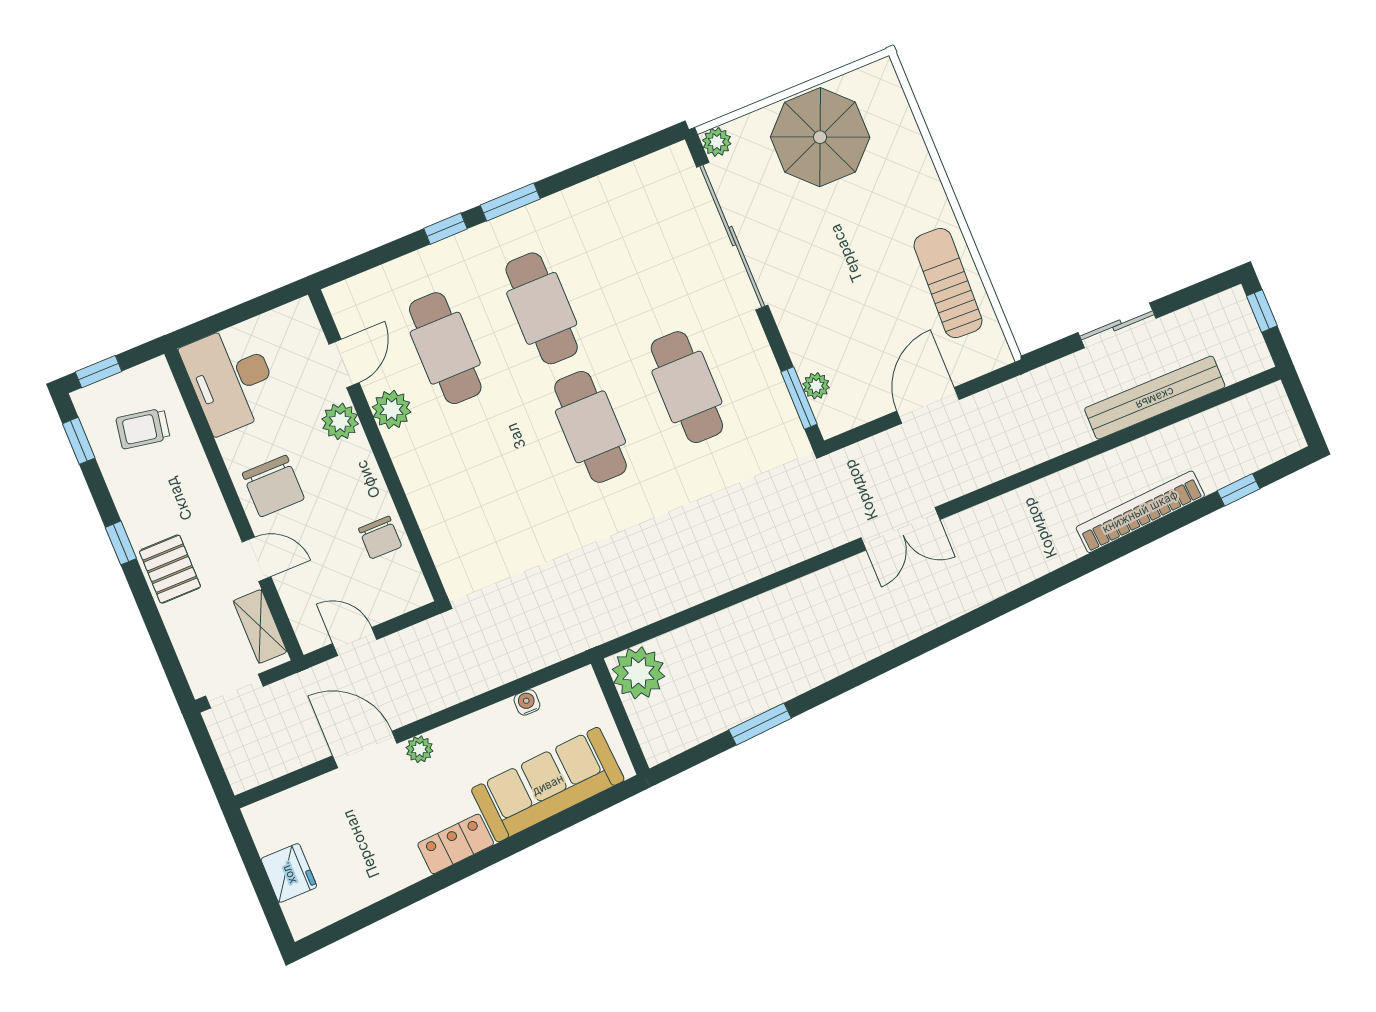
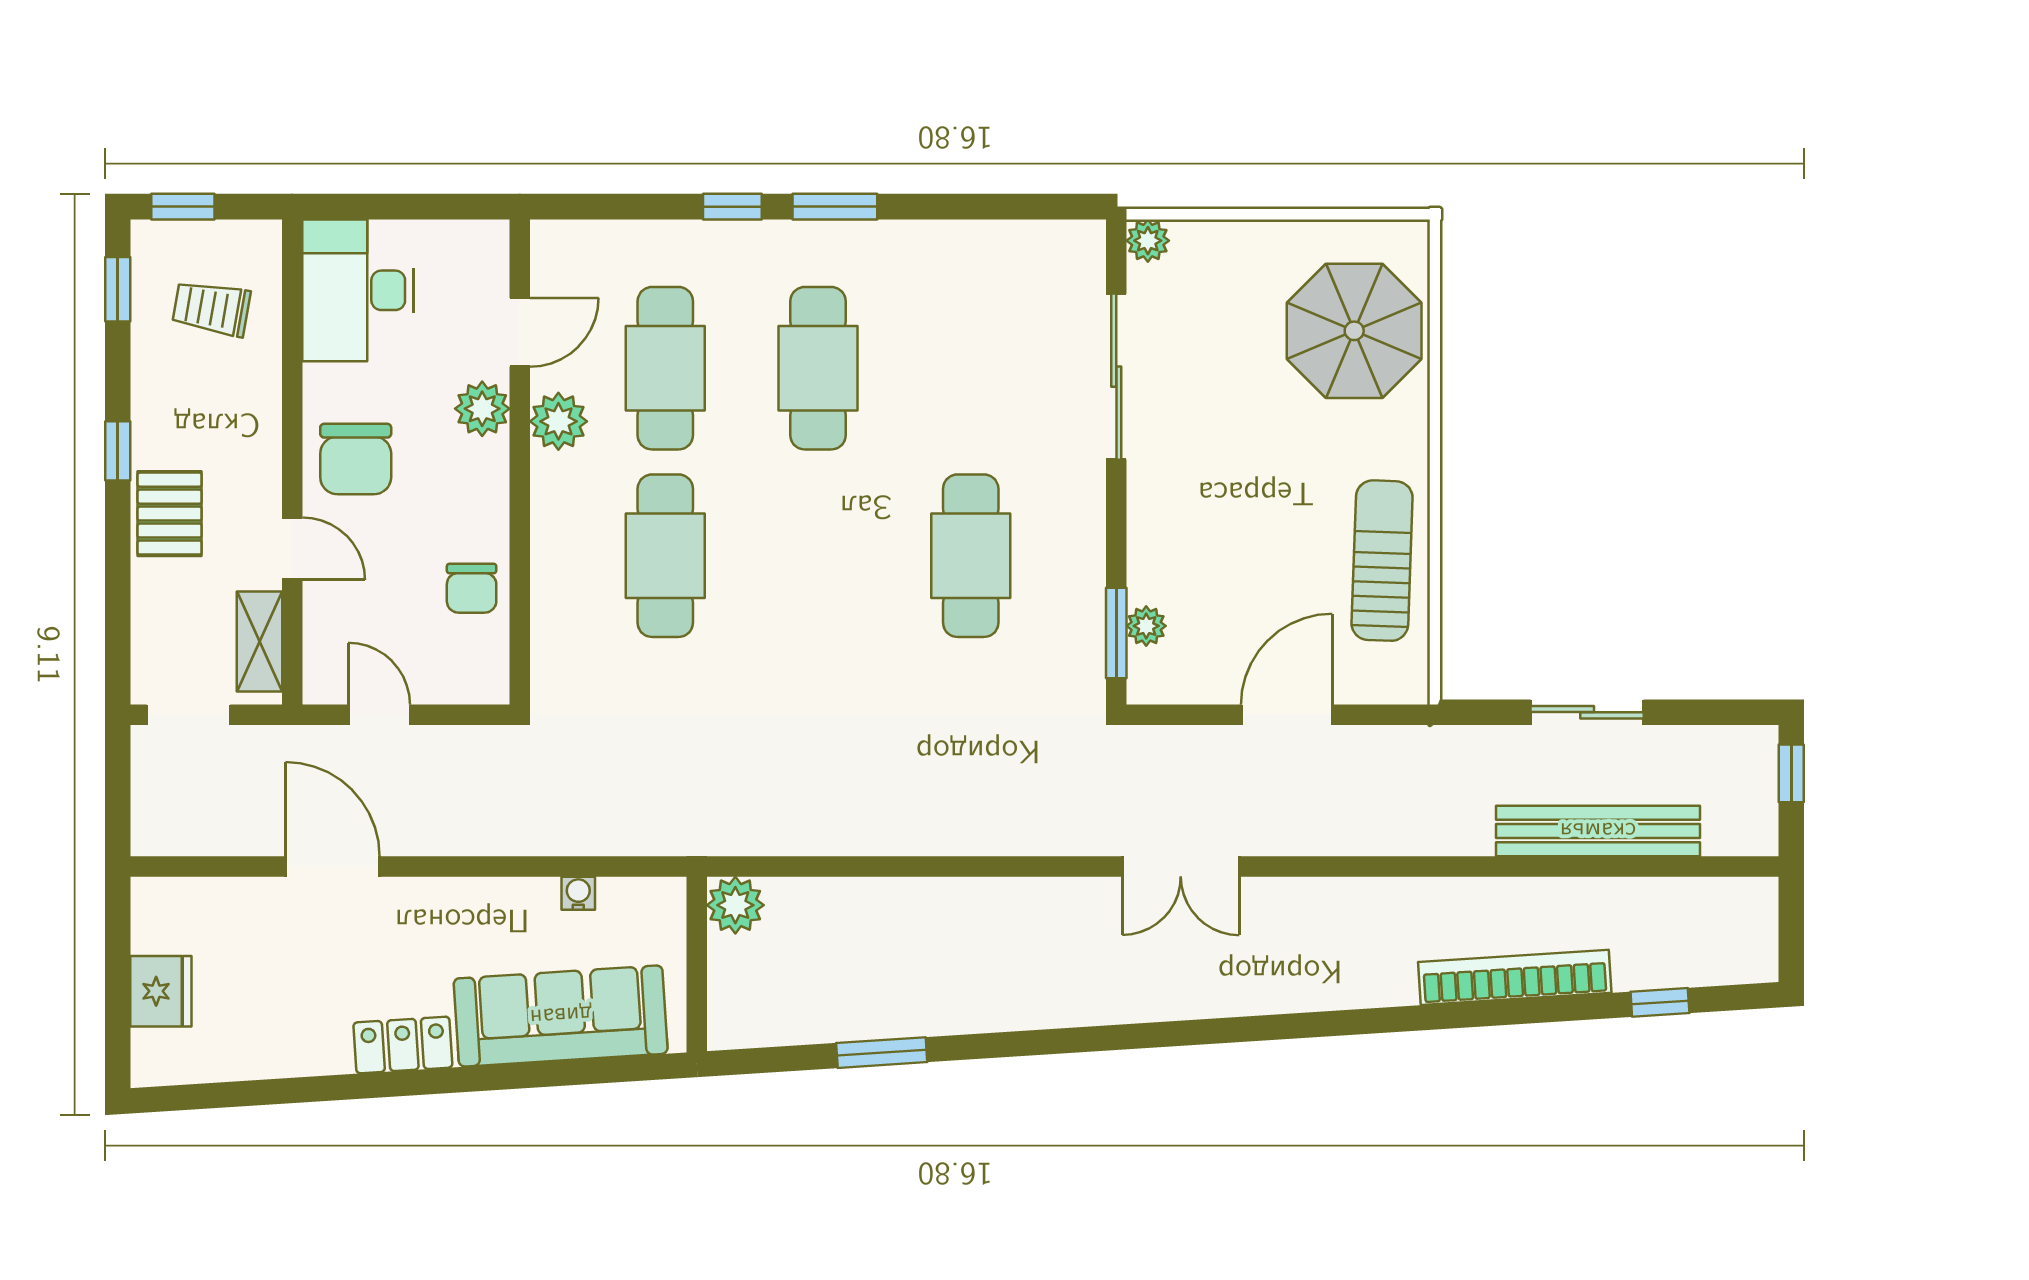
parasol: (820, 137) -> (1354, 331), moved
sliding door: (732, 236) -> (1116, 377), width x0.73
cafe table: (590, 427) -> (665, 556), moved
plant: (638, 673) -> (735, 905), width x0.73, depth x0.73
plant: (419, 749) -> (407, 897), removed

